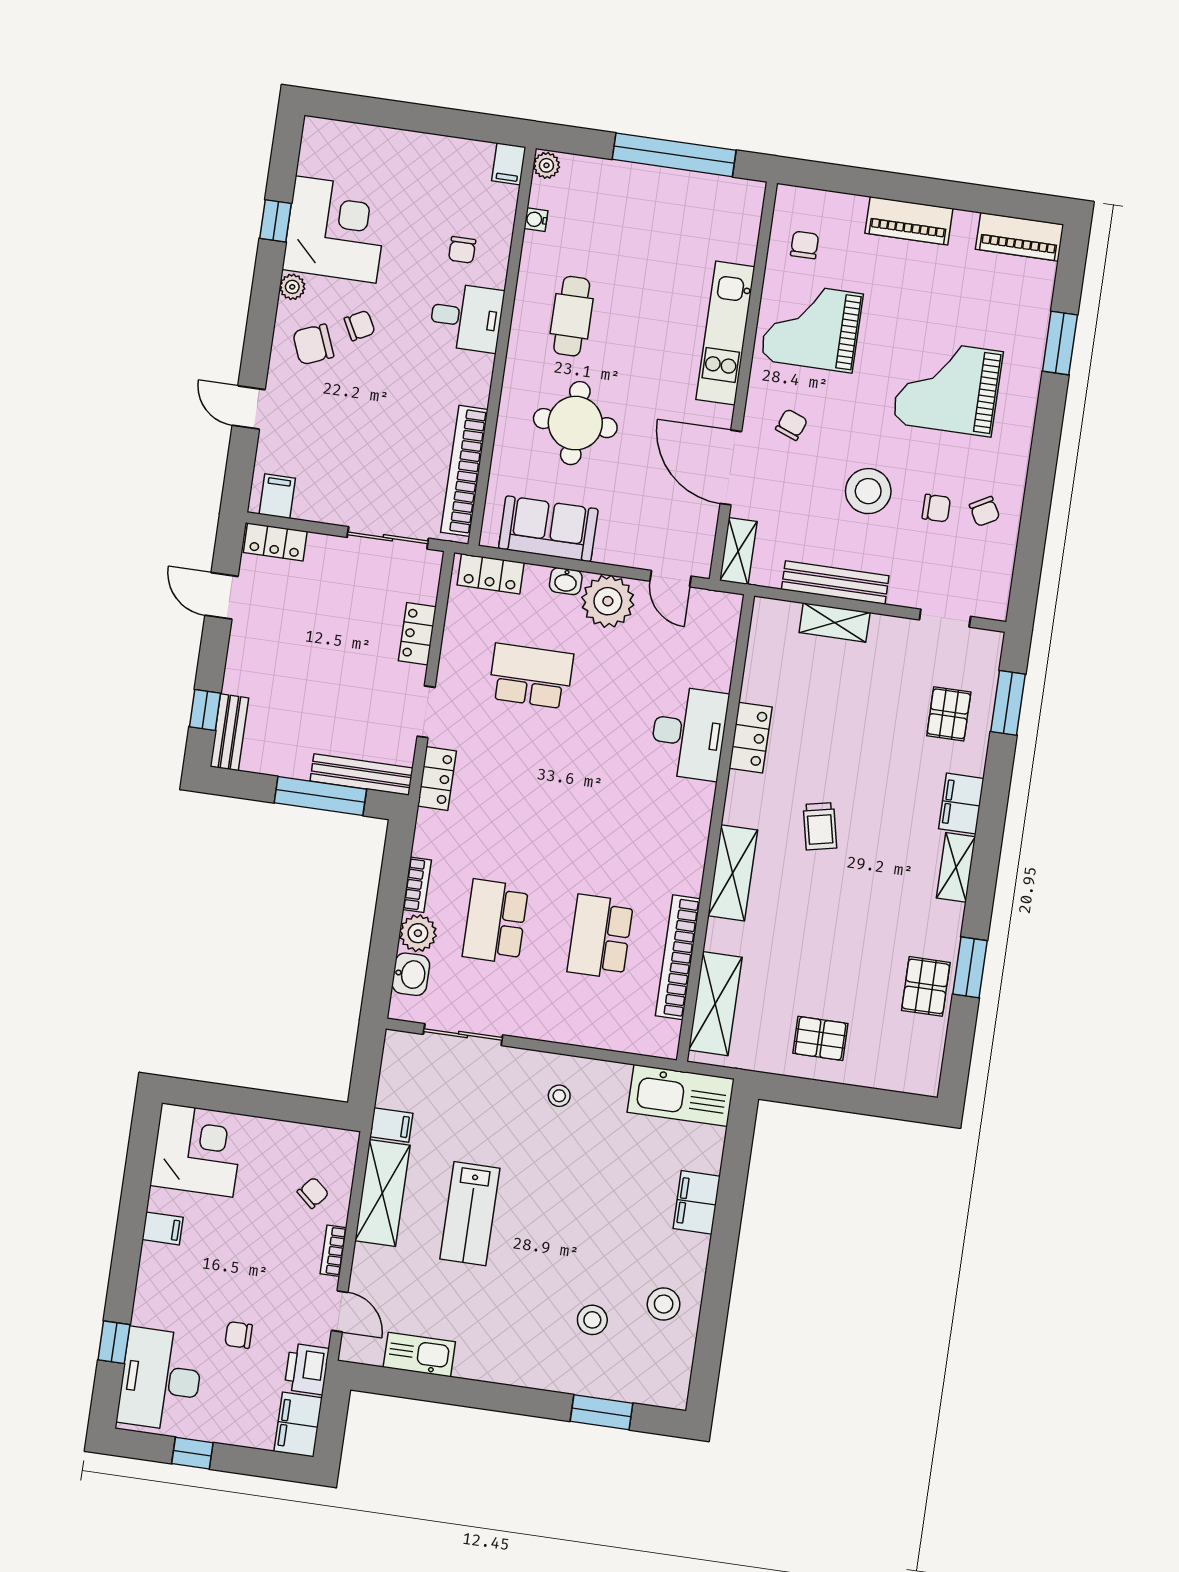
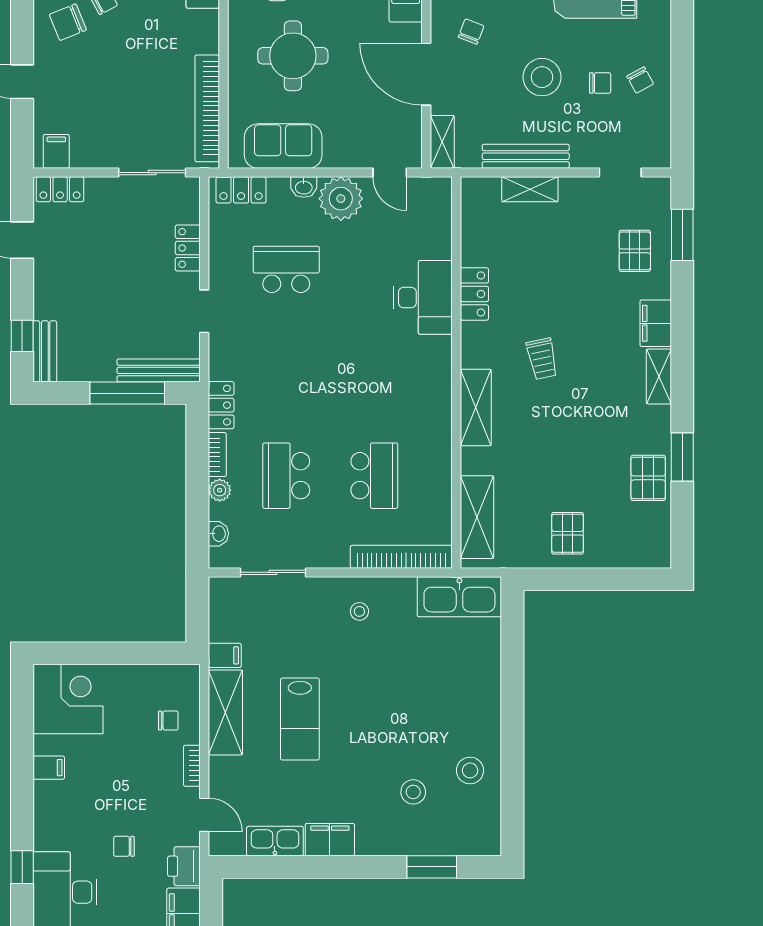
locker: (437, 778) -> (221, 405), moved
plant: (418, 933) -> (220, 490), width x0.73, depth x0.73
school desk: (600, 937) -> (374, 476), turned 180
bookcase: (678, 957) -> (401, 557), moved, turned 90
washbasin: (411, 974) -> (218, 534), width x0.72, depth x0.69
pallet: (820, 1038) -> (568, 533), turned 90
chair: (313, 1193) -> (168, 721), turned 49
filing cabinet: (697, 1202) -> (330, 840), moved, turned 90

